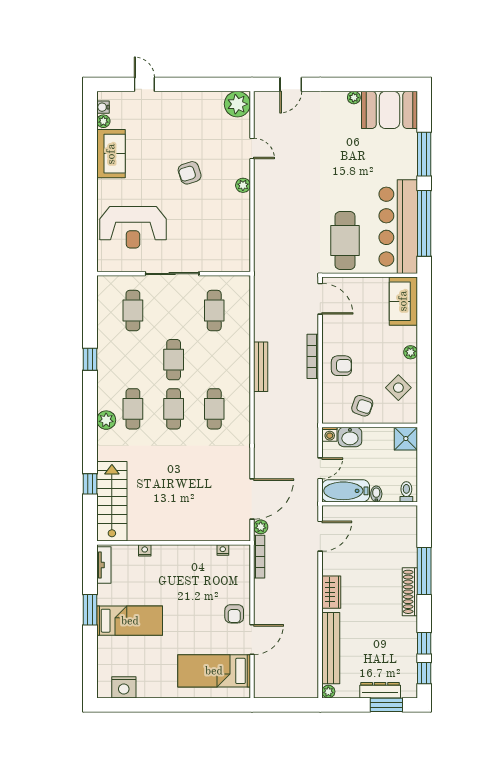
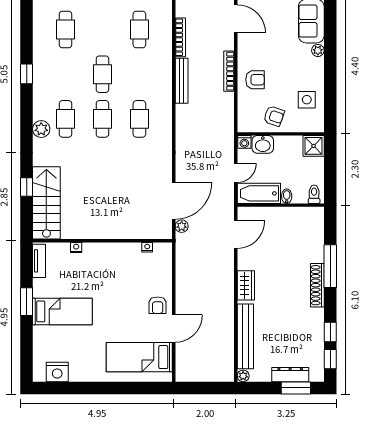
plant: (411, 352) -> (318, 50), moved
side table: (398, 388) -> (307, 100), turned 45
bookcase: (259, 557) -> (180, 37), moved

